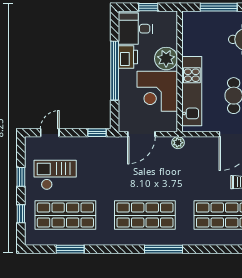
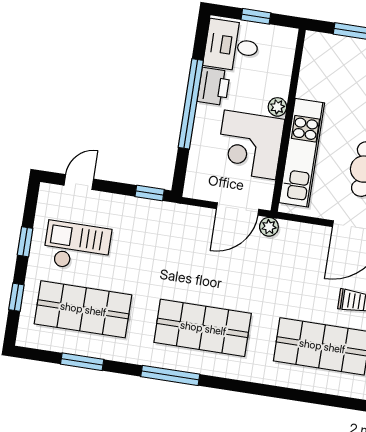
plant: (166, 59) -> (277, 107), width x0.53, depth x0.53
door: (141, 134) -> (238, 209), moved
window: (164, 249) -> (170, 375), moved

